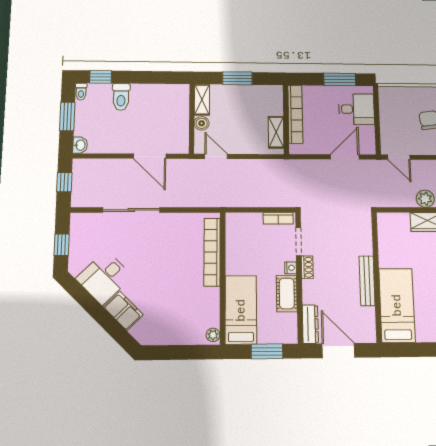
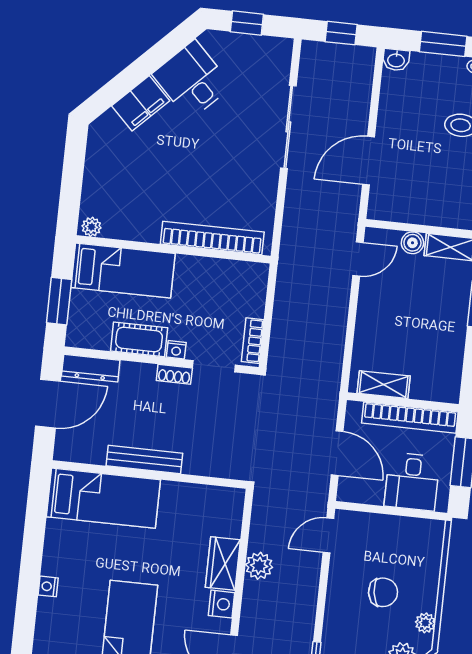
bookcase: (295, 114) -> (410, 418), moved
wall: (286, 119) -> (403, 402), moved
shelving: (276, 132) -> (384, 385), moved

